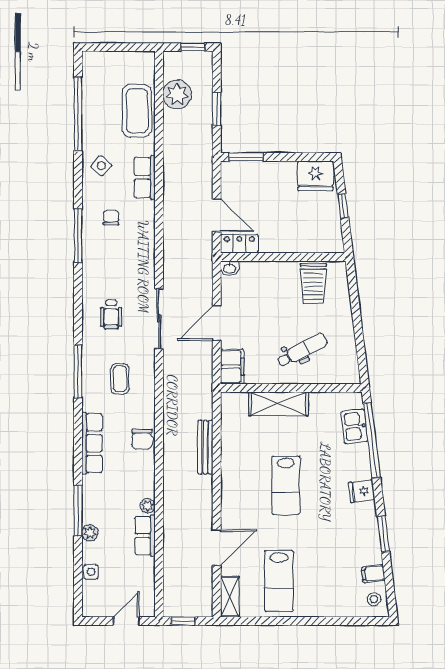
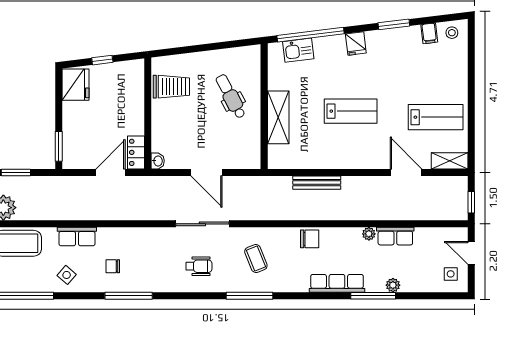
filing cabinet: (232, 367) -> (245, 159), removed
coffee table: (120, 379) -> (256, 259), turned 68
row of seats: (92, 443) -> (337, 283), moved
side table: (91, 572) -> (451, 274), moved

